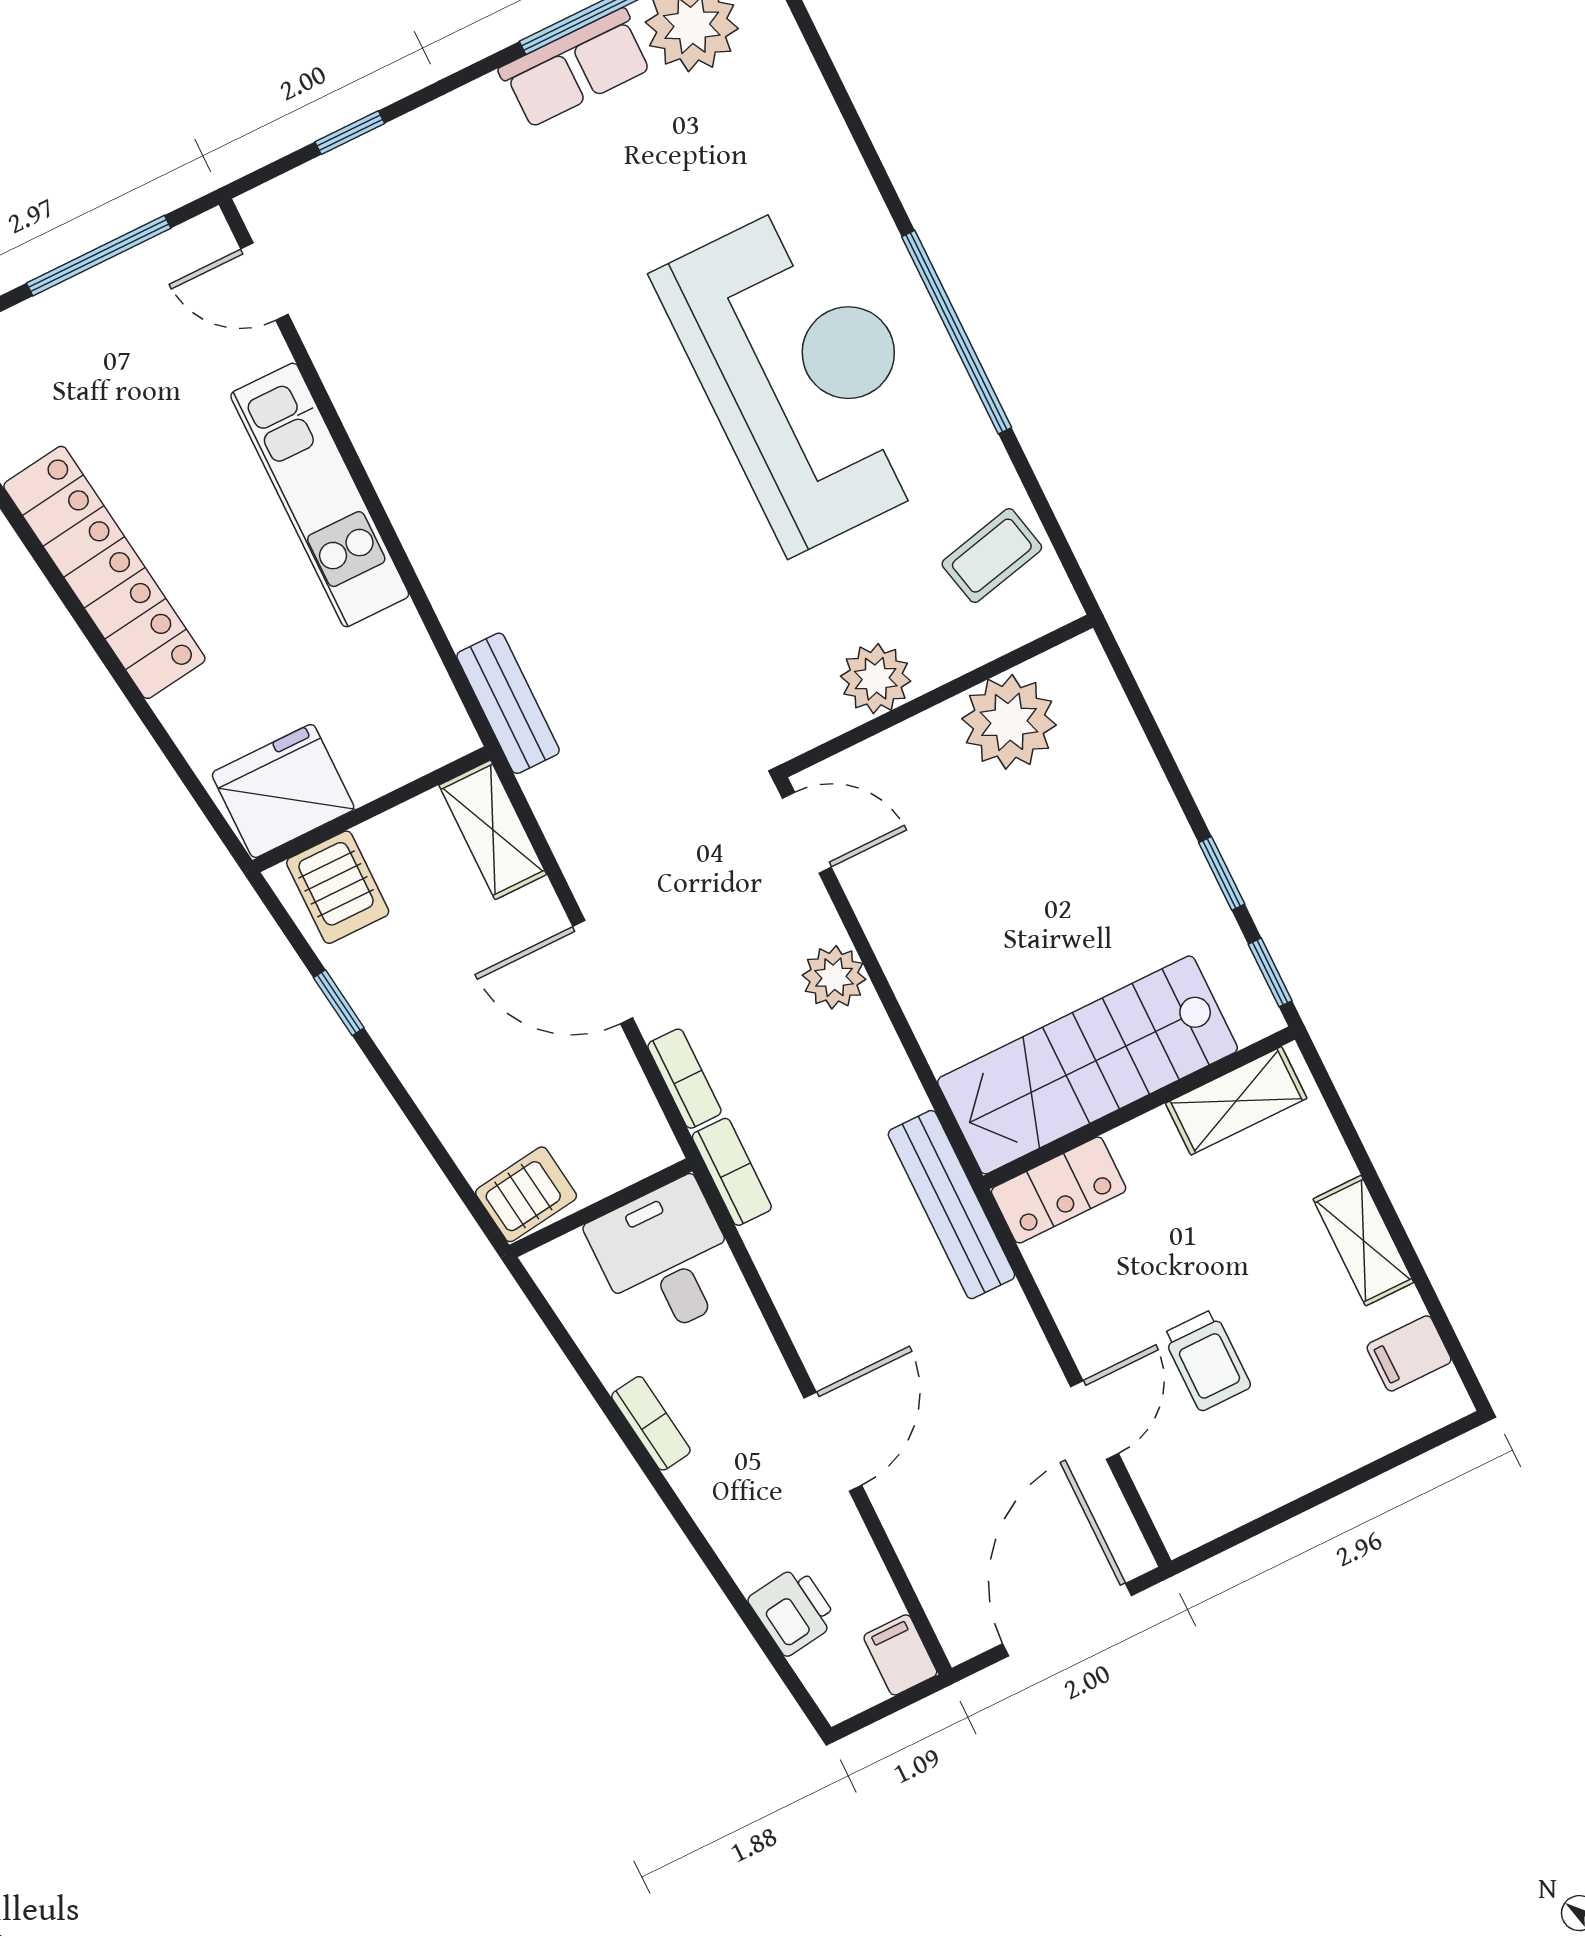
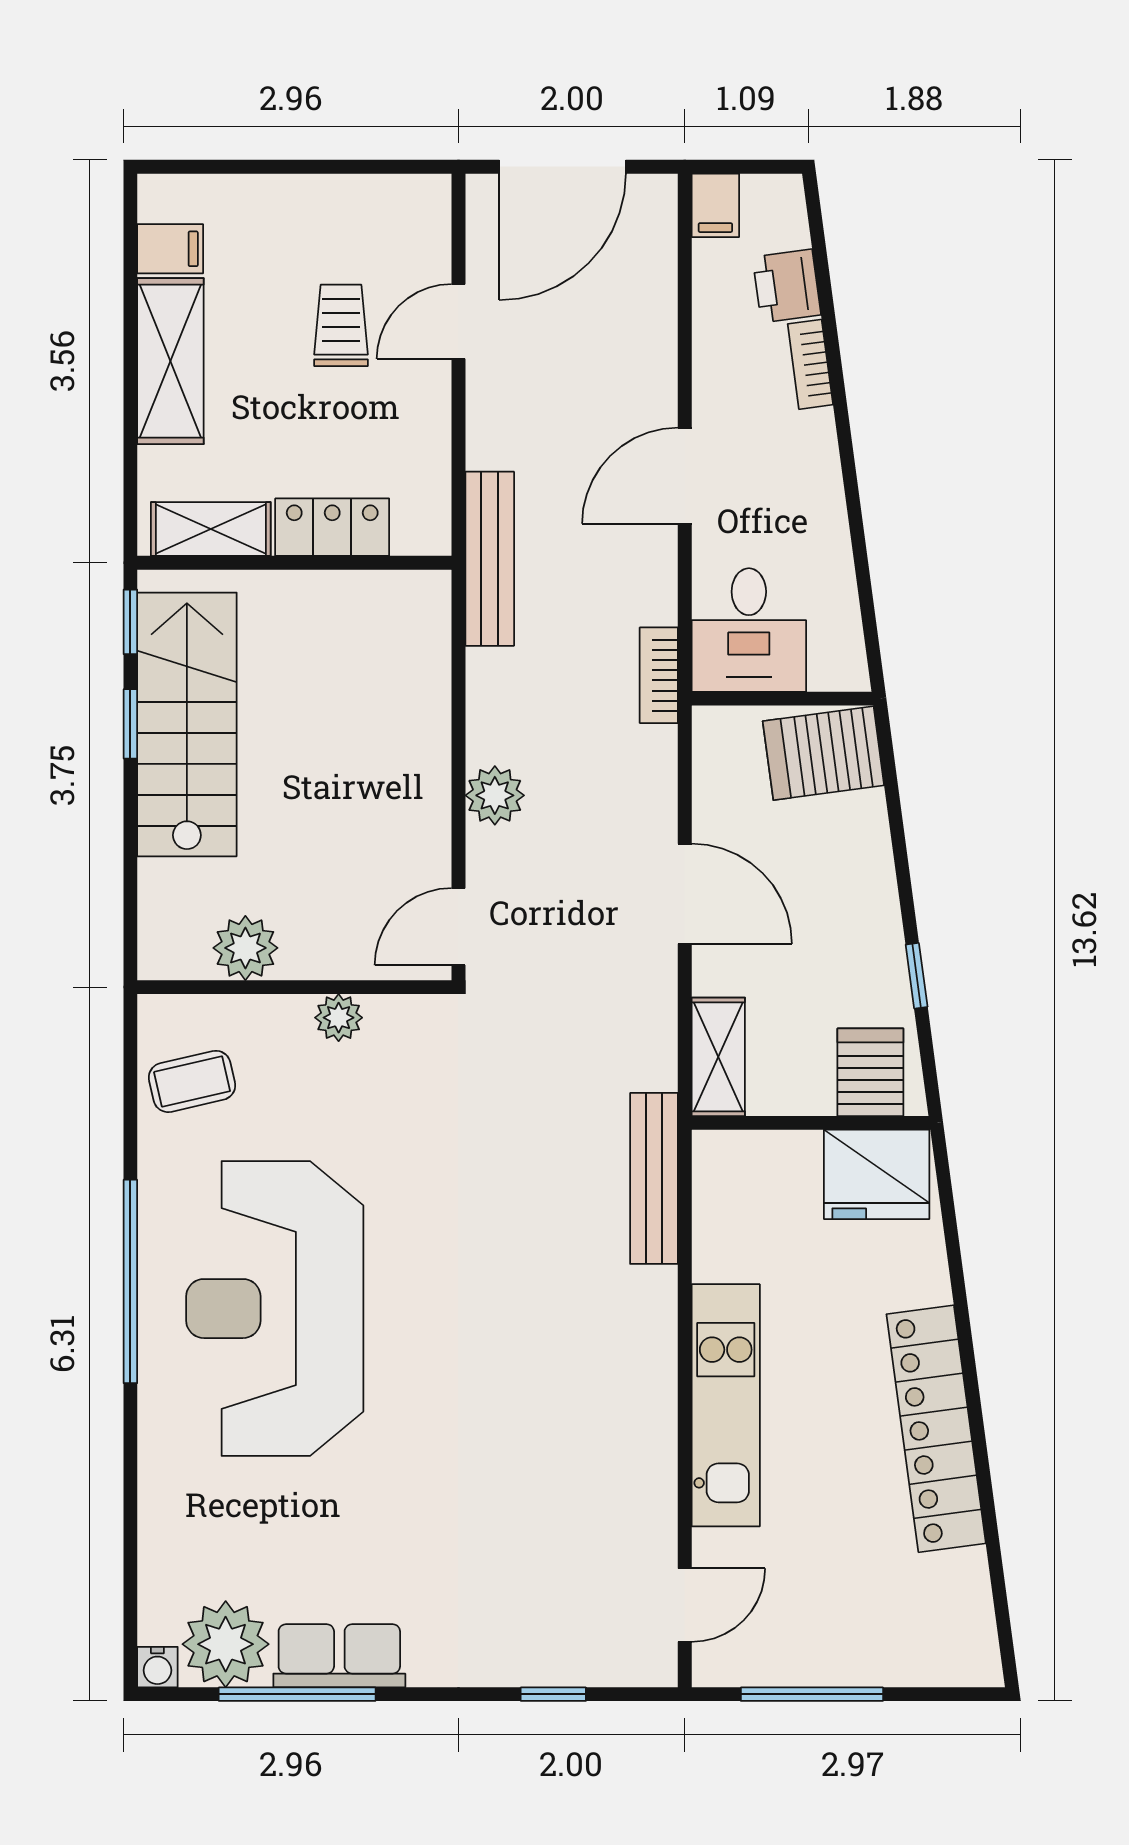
door: (264, 282) -> (685, 1605), hinge flipped
plant: (876, 679) -> (339, 1018), width x0.73, depth x0.73
bench: (508, 703) -> (654, 1178), width x1.36
plant: (1009, 722) -> (245, 948), width x0.73, depth x0.73
door: (807, 833) -> (458, 927), hinge flipped
stairs: (1088, 1065) -> (187, 724), moved, turned -90
bookcase: (684, 1079) -> (660, 772), removed
locker: (1059, 1190) -> (332, 527), moved
server rack: (526, 1194) -> (823, 753), width x1.36, depth x1.44
shelving: (1363, 1241) -> (170, 361), width x1.50, depth x1.33
bookcase: (651, 1423) -> (810, 364), moved
door: (833, 1442) -> (685, 476), moved

